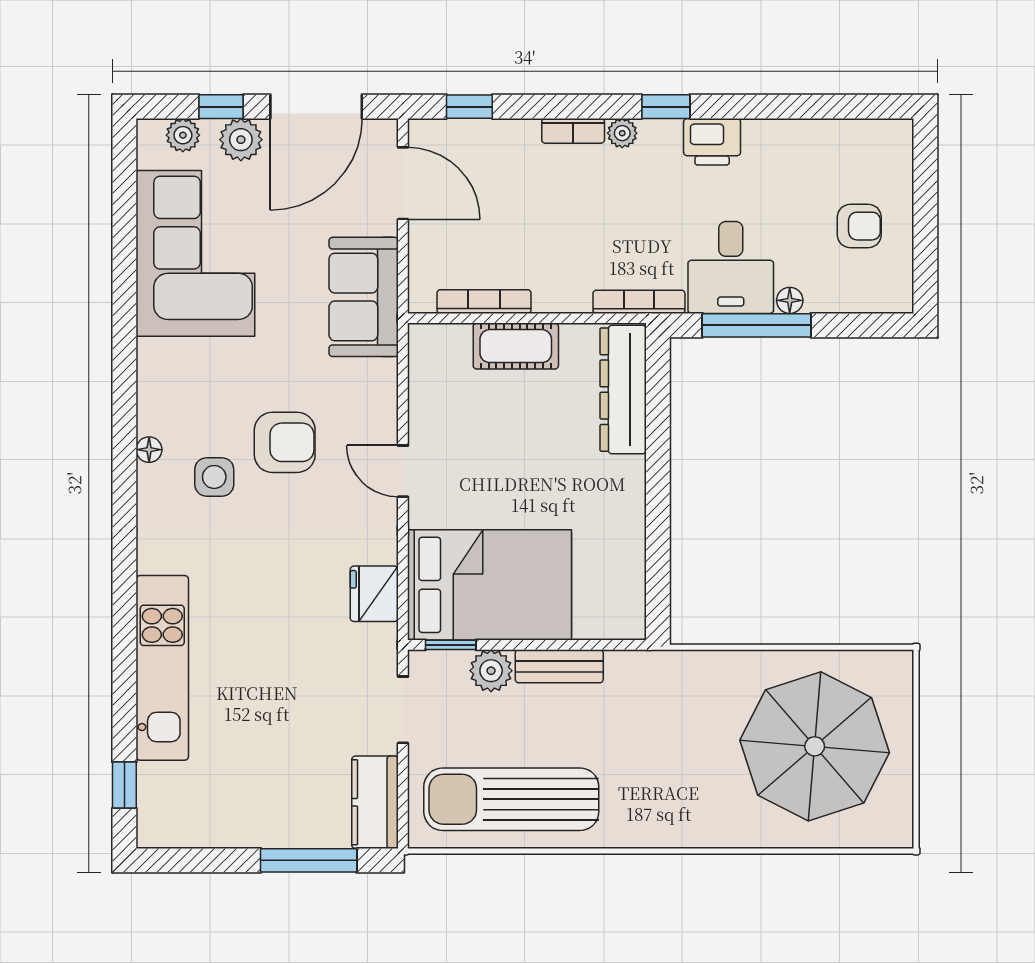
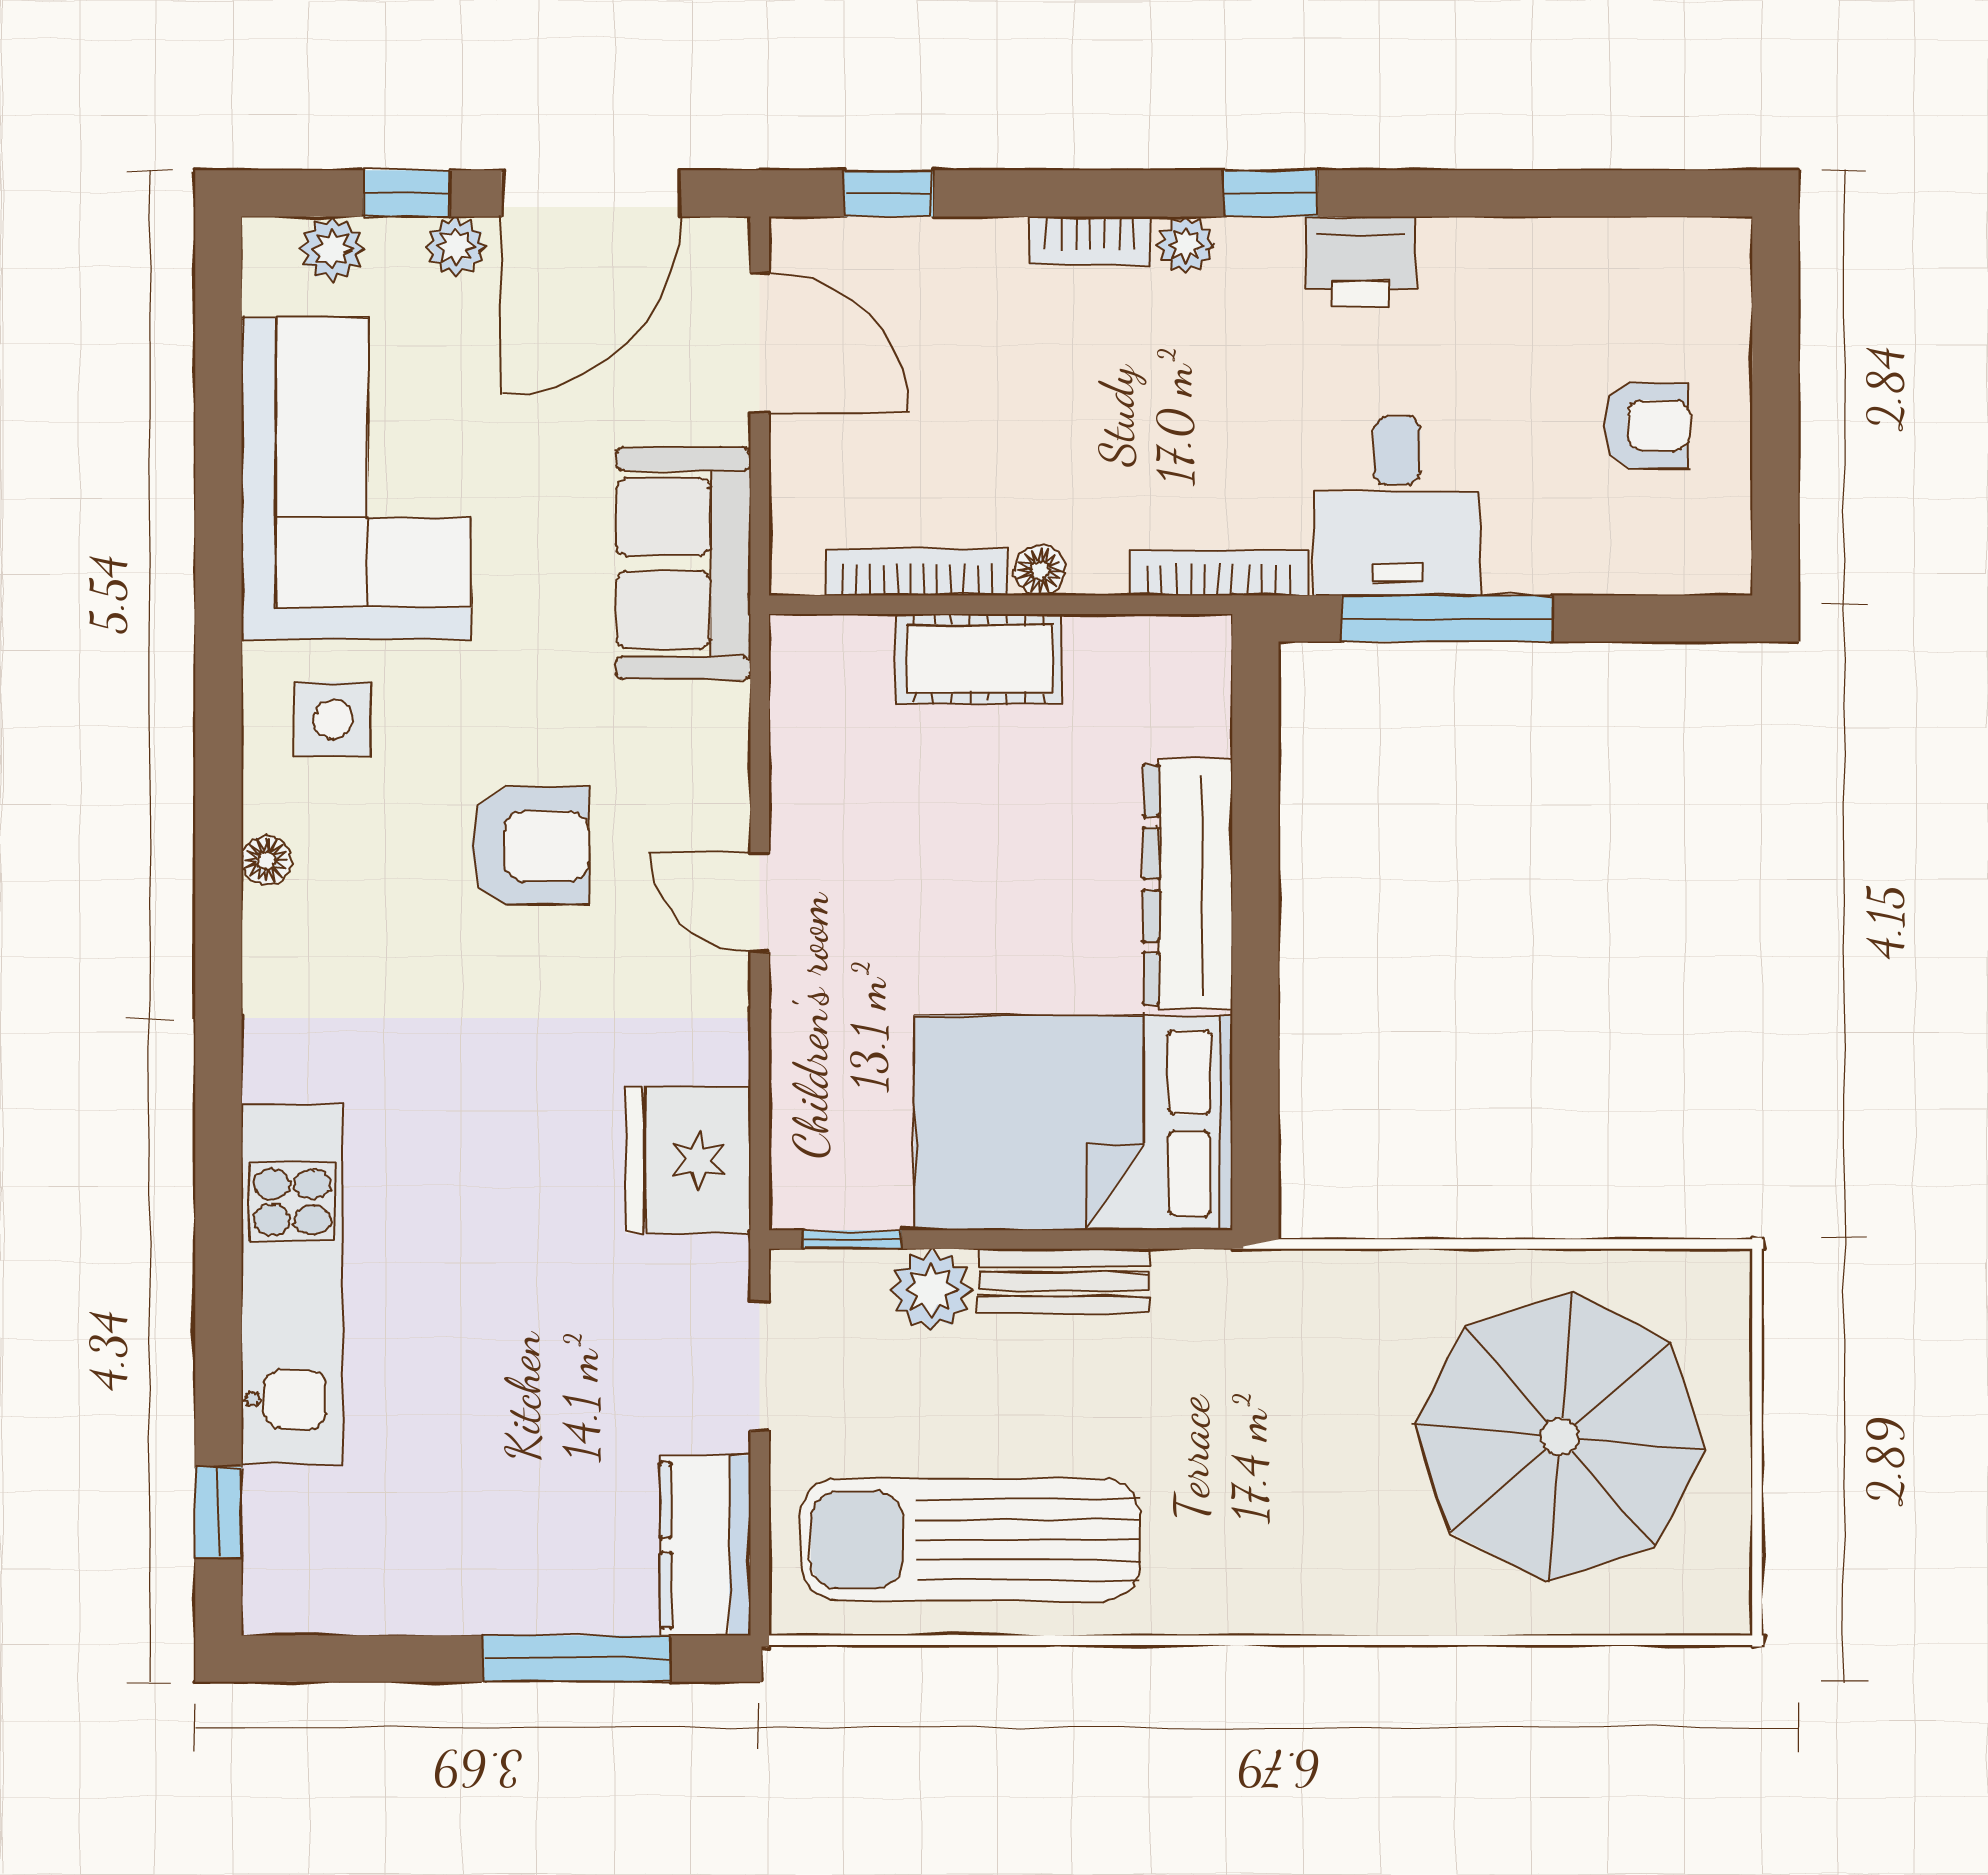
plant: (241, 140) -> (456, 246), width x0.73, depth x0.73
floor lamp: (790, 300) -> (1040, 570), moved
dresser: (623, 390) -> (1188, 884), moved
side table: (214, 477) -> (333, 719), moved
bed: (489, 585) -> (1073, 1123), moved, turned 180
fridge: (374, 594) -> (688, 1160), width x1.36, depth x1.34

